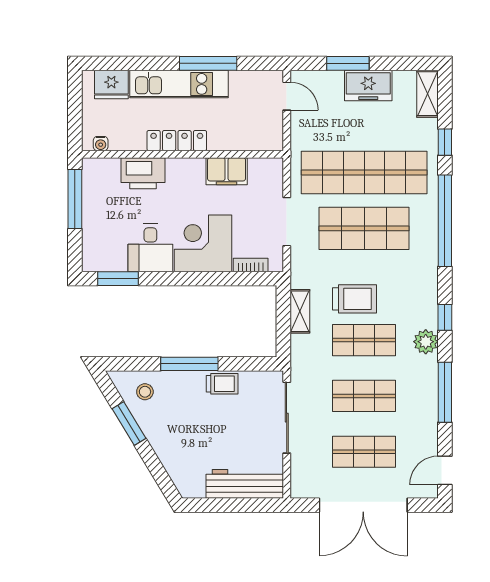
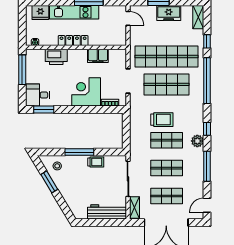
desk: (150, 248) -> (37, 95), moved, turned 90
shelving: (300, 311) -> (135, 208), moved

